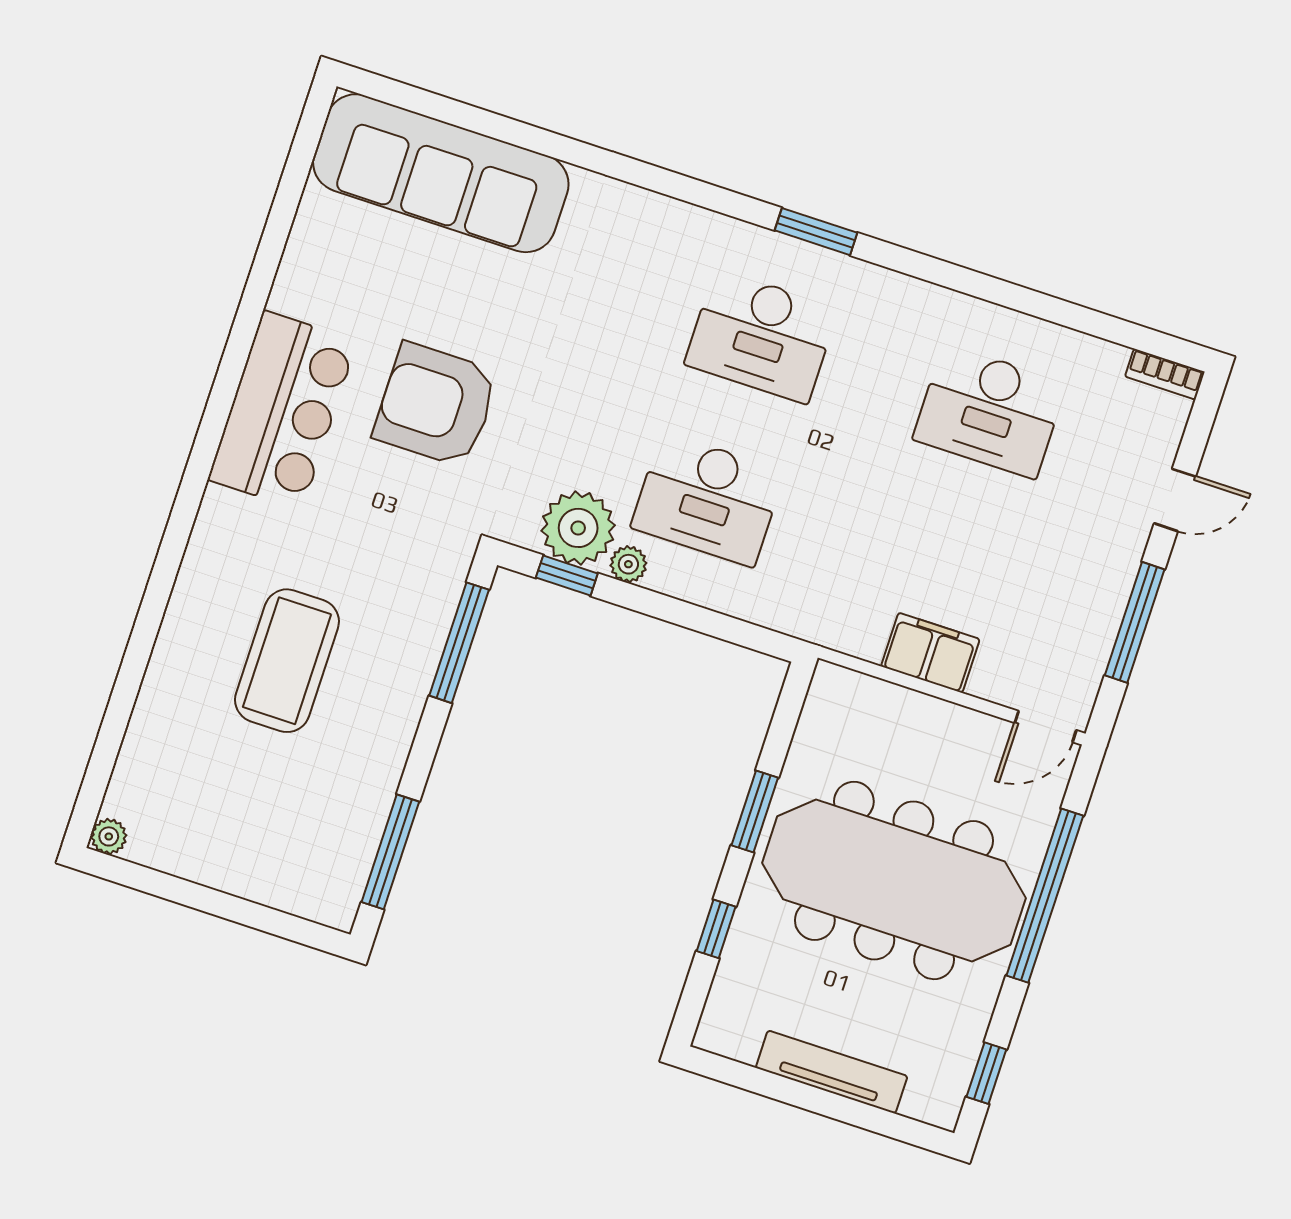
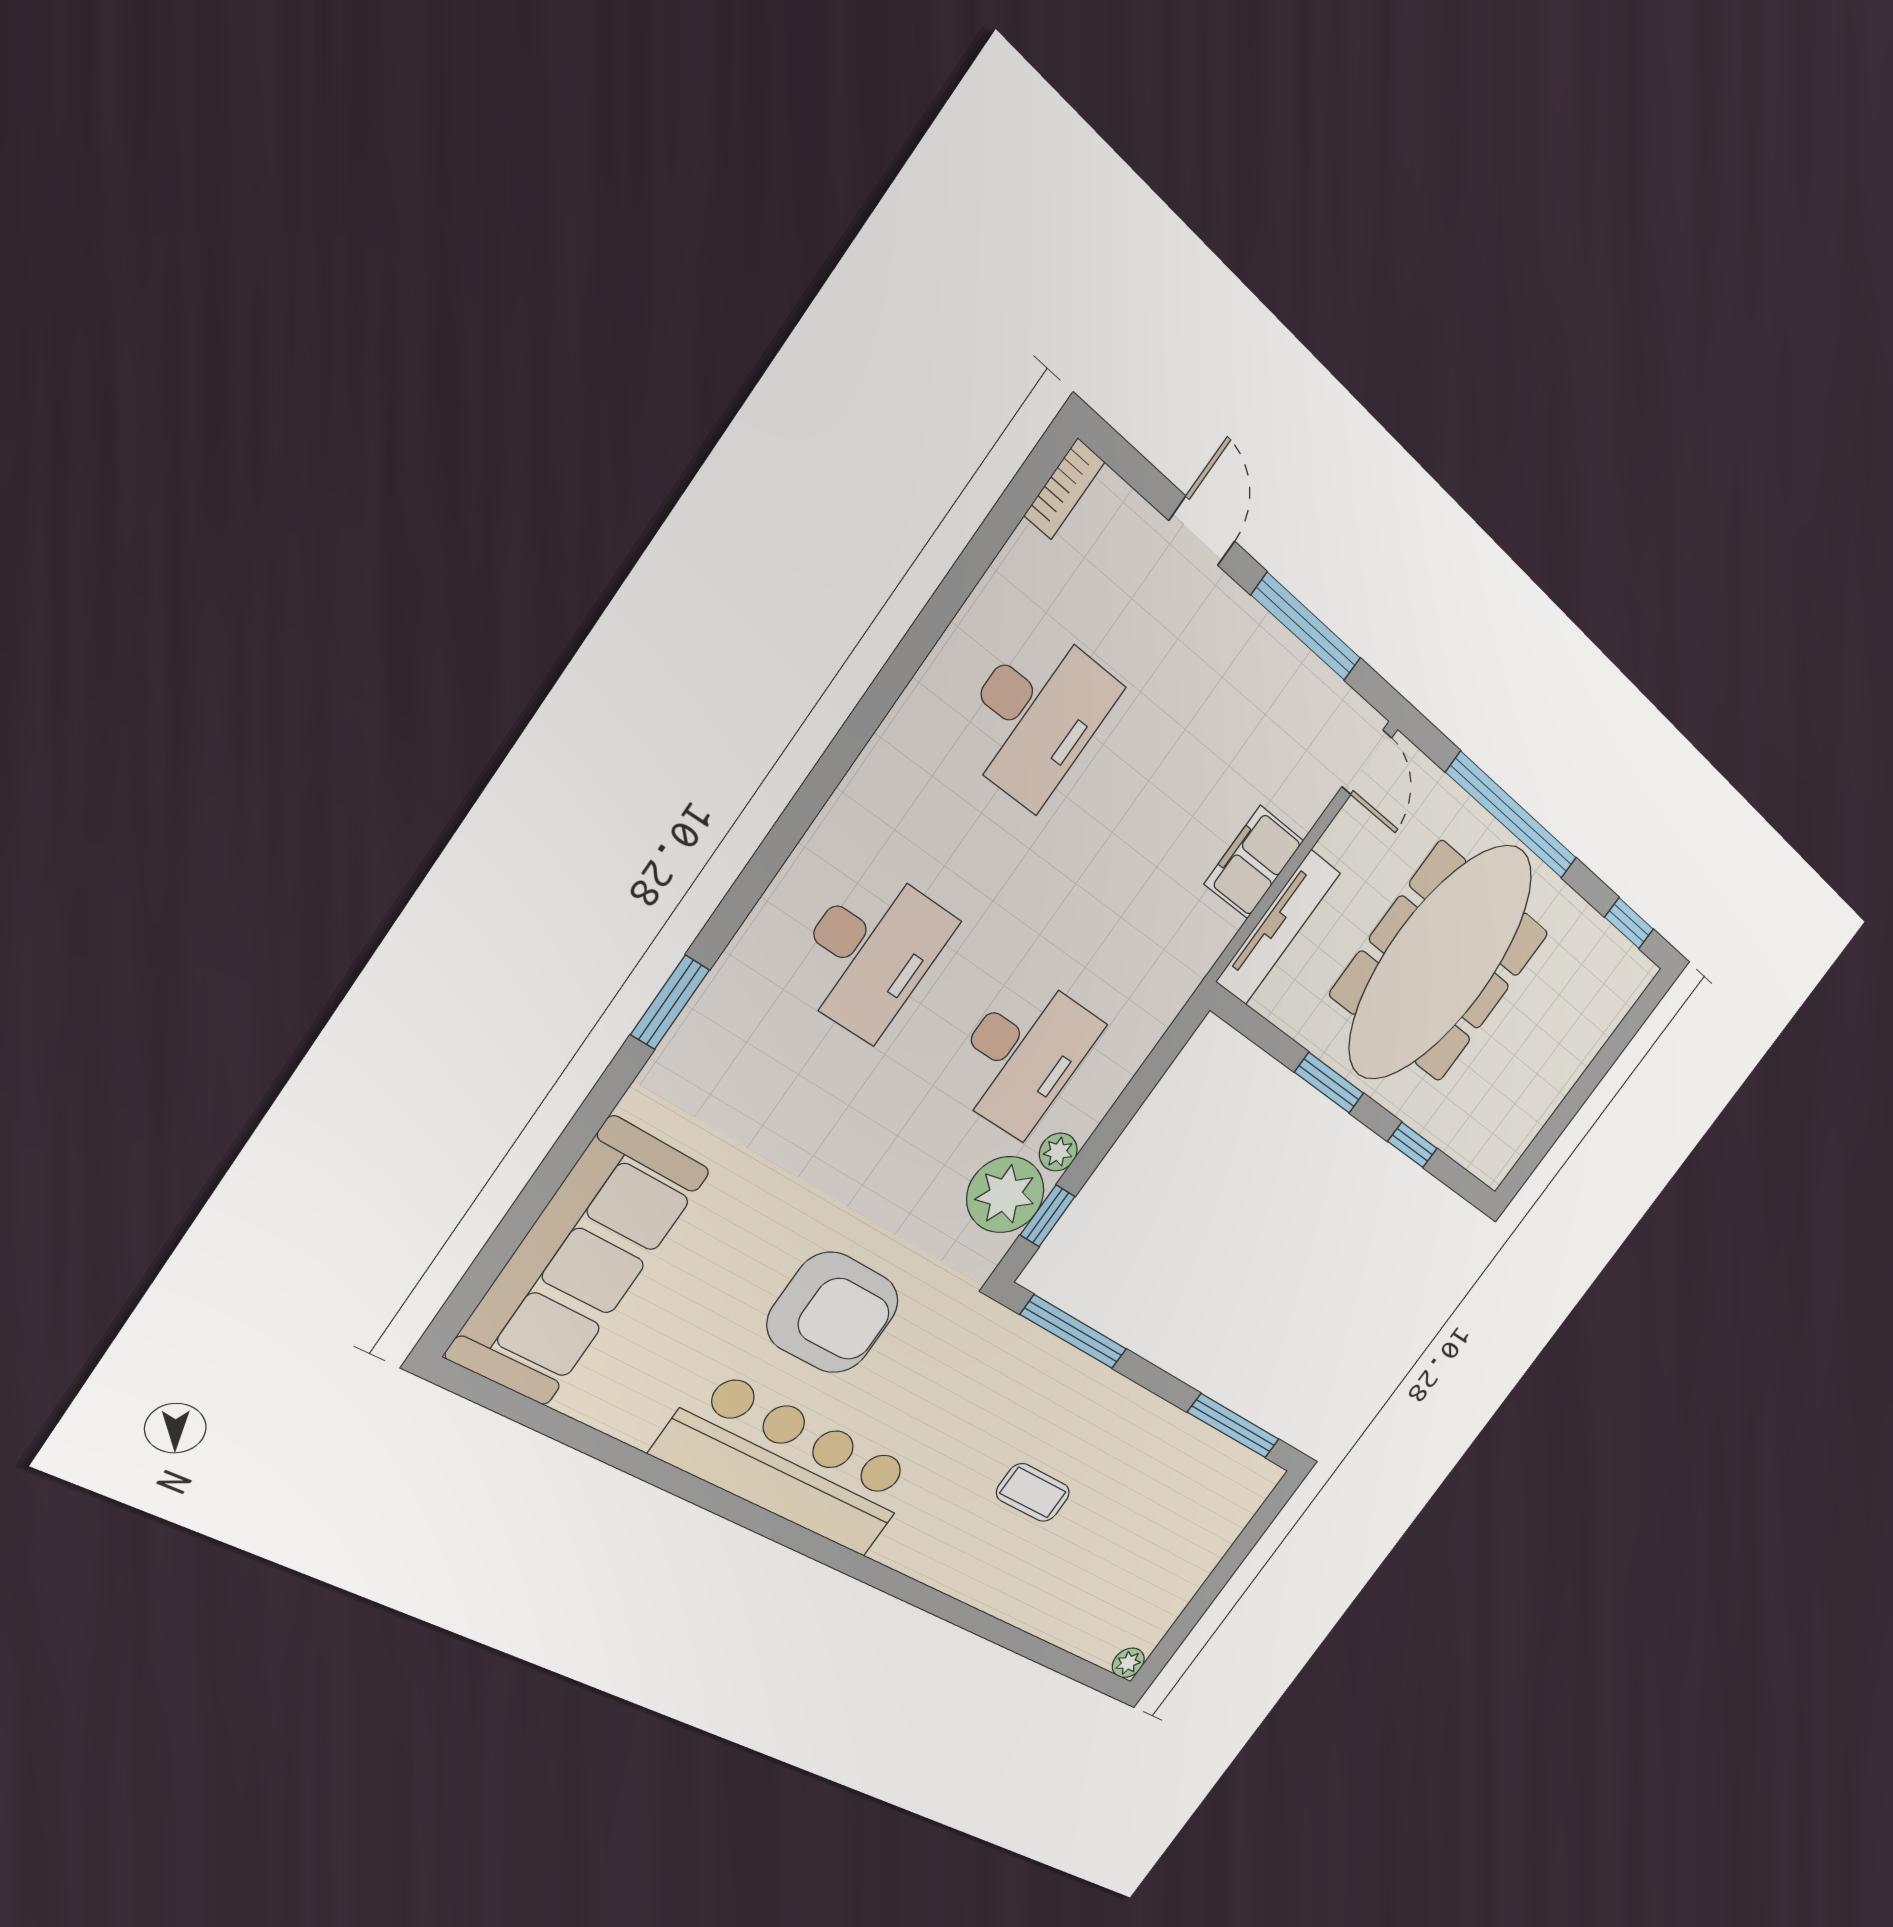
window: (816, 232) -> (670, 1002), moved
armchair: (436, 405) -> (833, 1313), turned -90
bar counter: (283, 410) -> (789, 1464), width x1.36
coffee table: (287, 661) -> (1033, 1493), width x0.54, depth x0.58
tv unit: (832, 1072) -> (1278, 927), moved, turned 180

